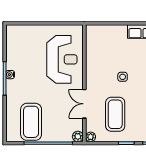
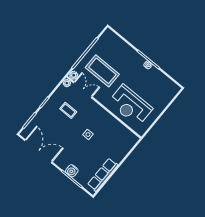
double door: (84, 104) -> (83, 90), moved
coffee table: (115, 114) -> (68, 110), width x0.54, depth x0.58
coffee table: (31, 122) -> (102, 71), moved

